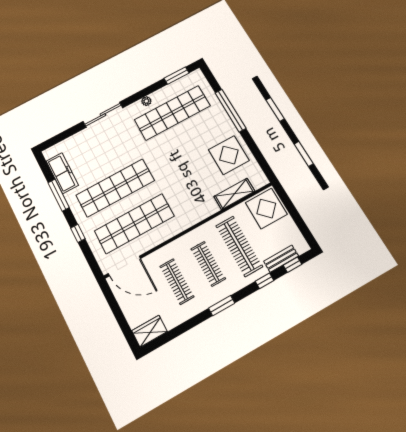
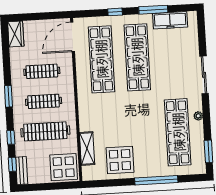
bench: (281, 259) -> (22, 171), moved

